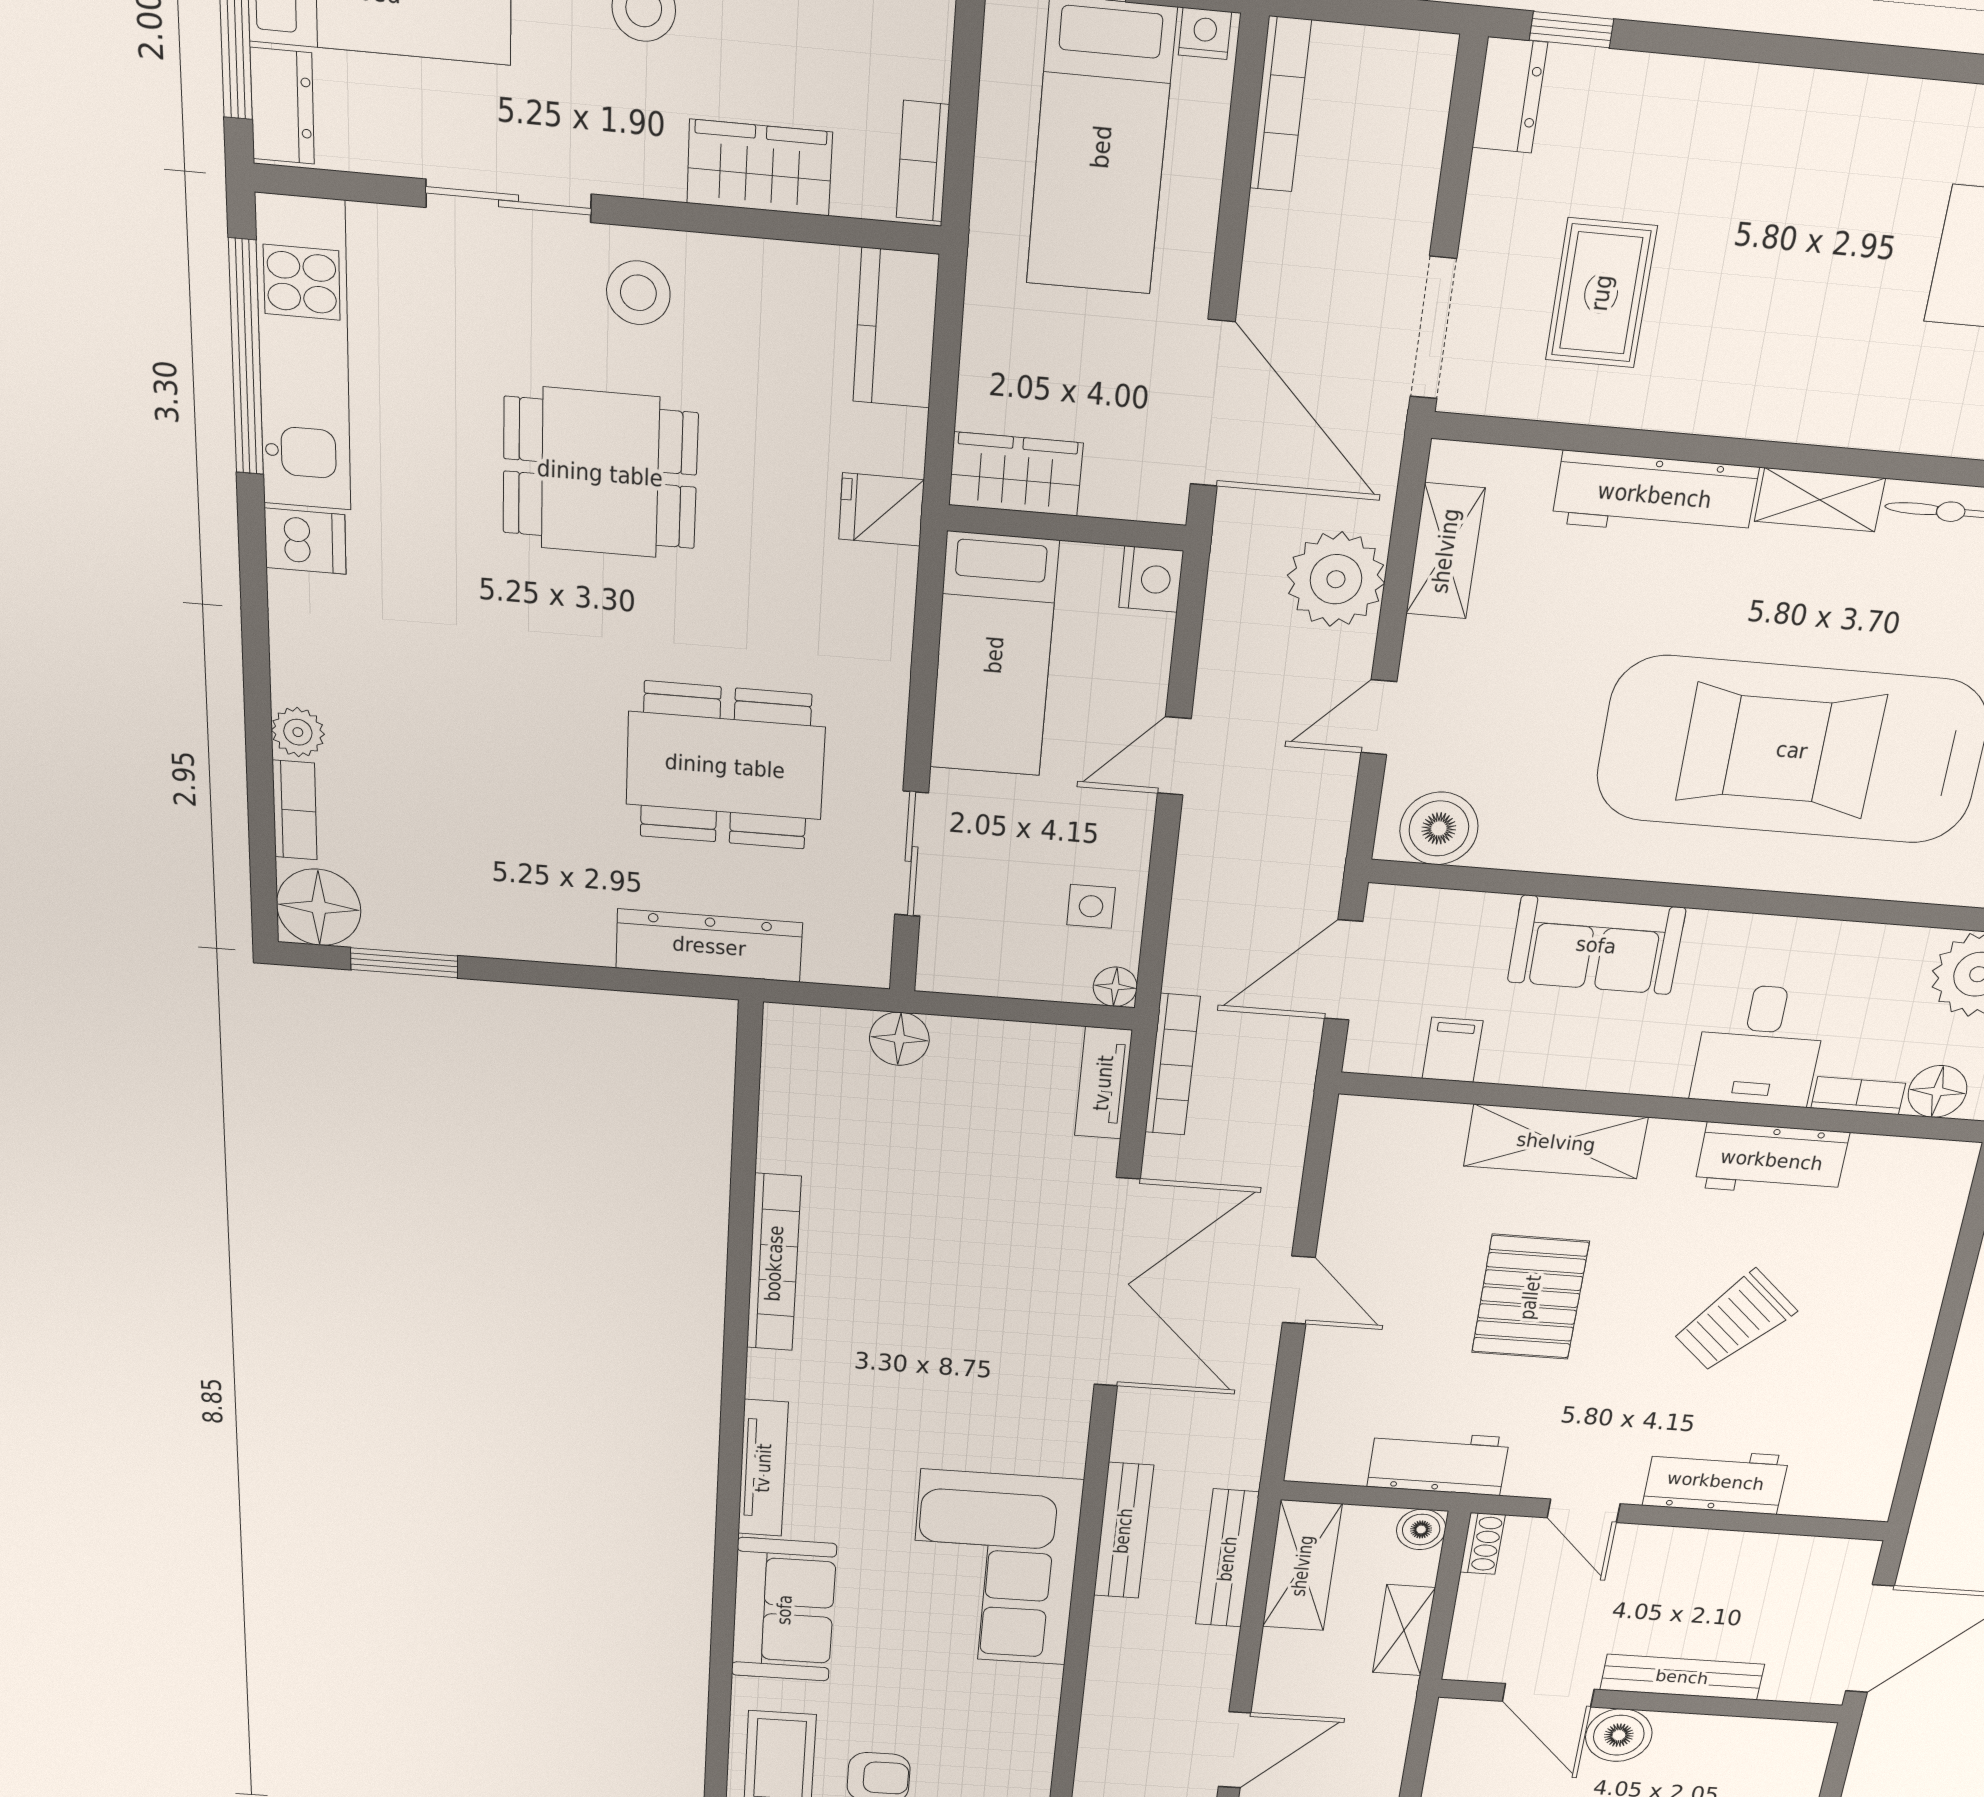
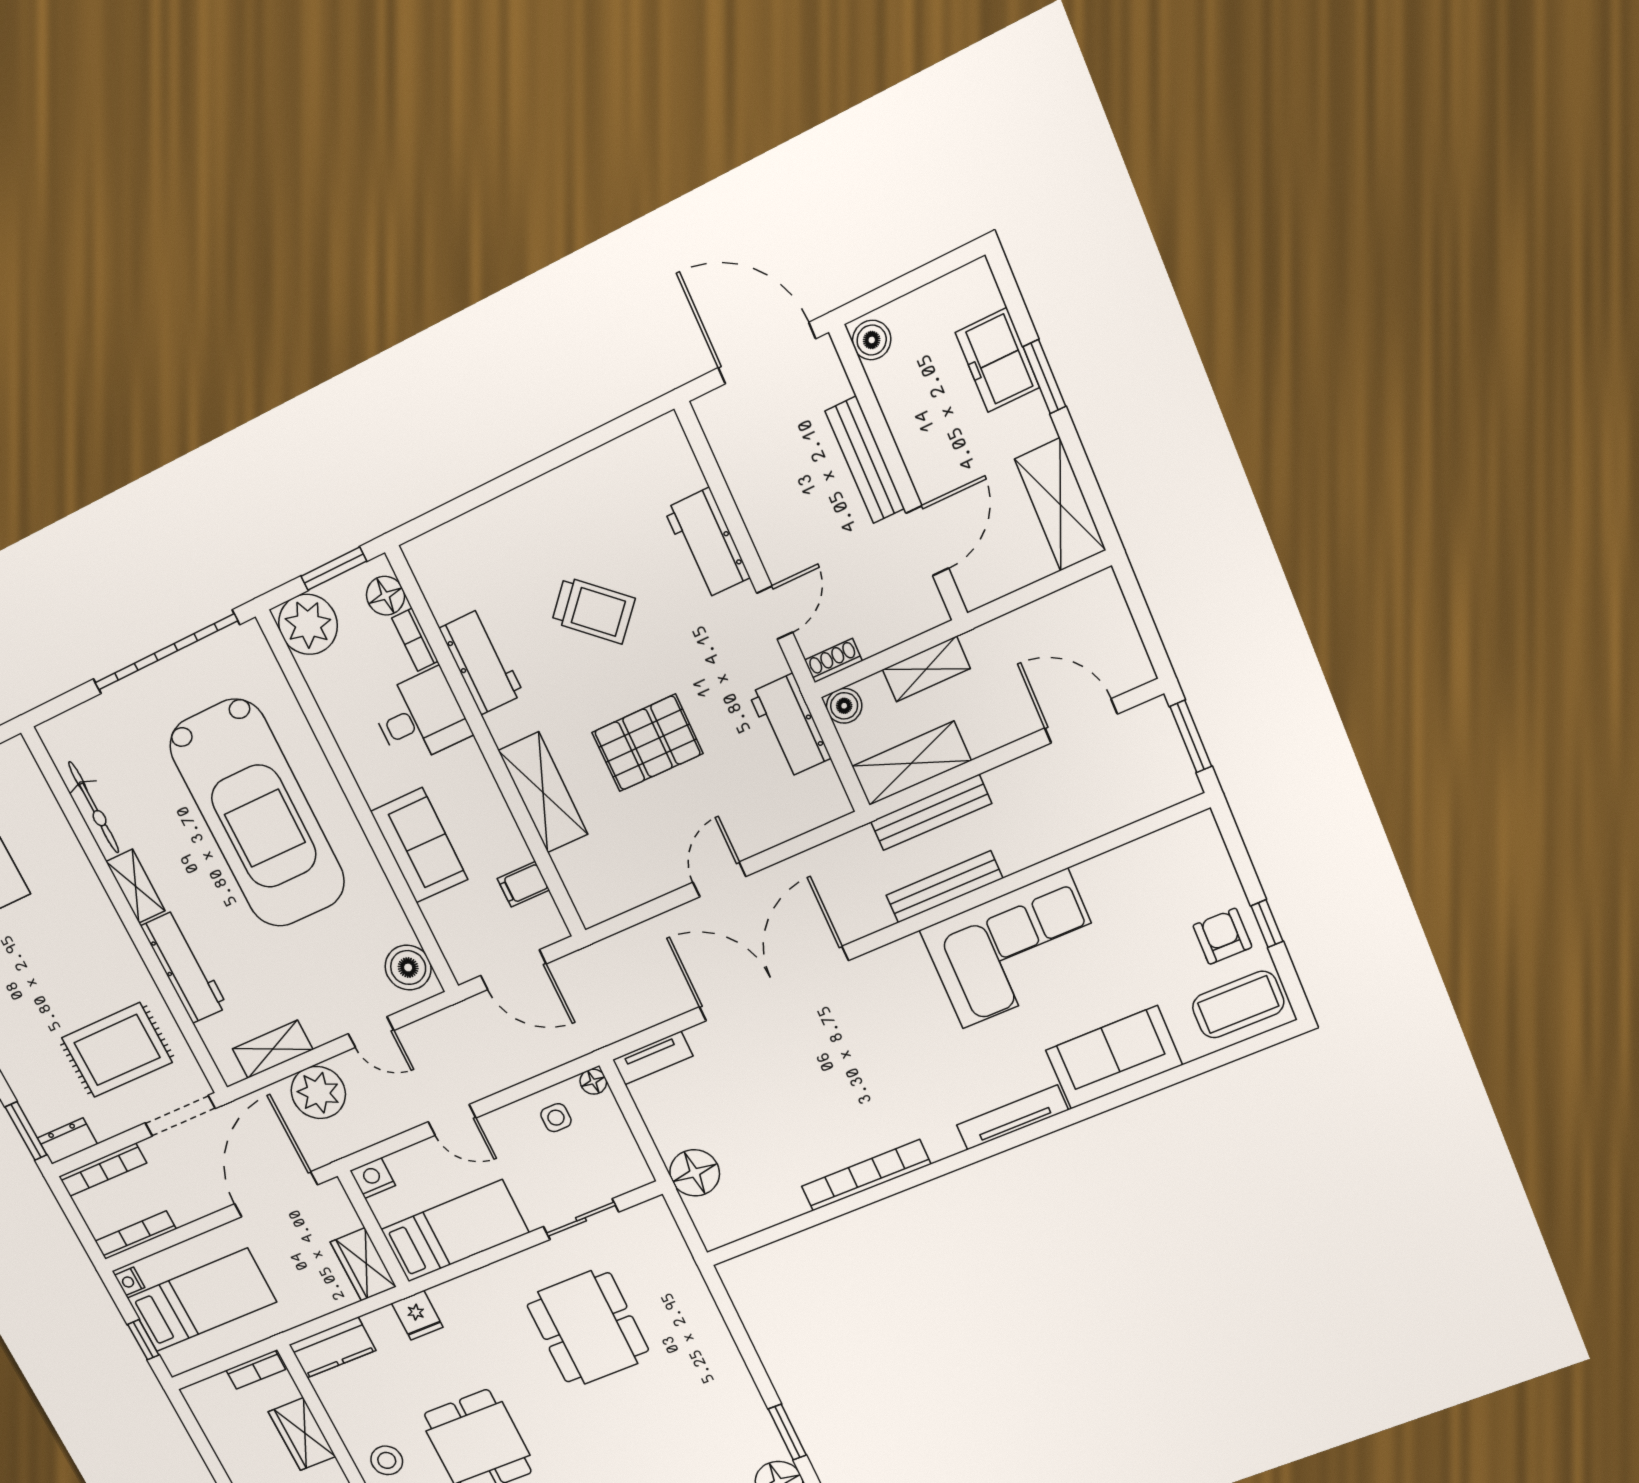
window: (1571, 30) -> (26, 1131), width x1.50
rug: (1601, 293) -> (117, 1050), width x1.36, depth x1.43
dresser: (709, 946) -> (691, 1293), removed
floor lamp: (899, 1039) -> (695, 1173), width x1.38, depth x1.38
bookcase: (1172, 1065) -> (103, 1170), moved, turned 180
boiler: (1619, 1735) -> (872, 340), moved, width x0.73, depth x0.73

